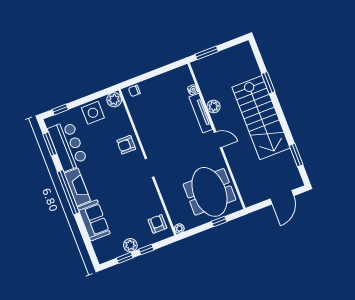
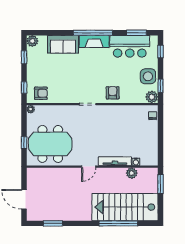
window: (268, 83) -> (118, 223), width x2.11
window: (98, 95) -> (160, 86), added
plant: (214, 106) -> (132, 173), moved
stairs: (261, 118) -> (125, 207), moved
plant: (130, 245) -> (32, 41), moved
window: (146, 250) -> (24, 88), moved

